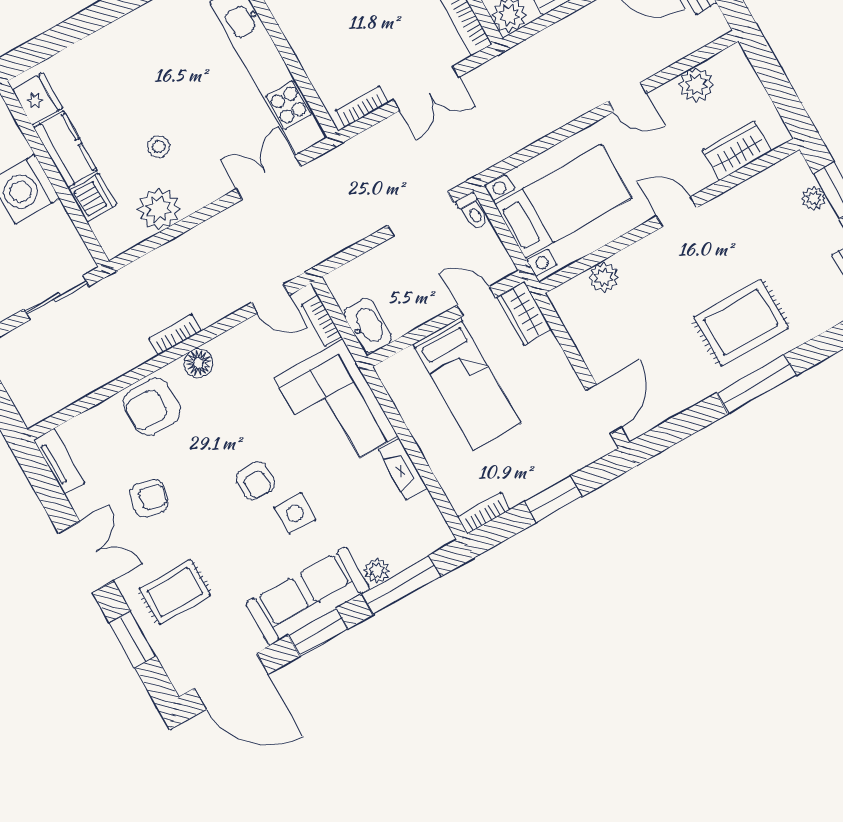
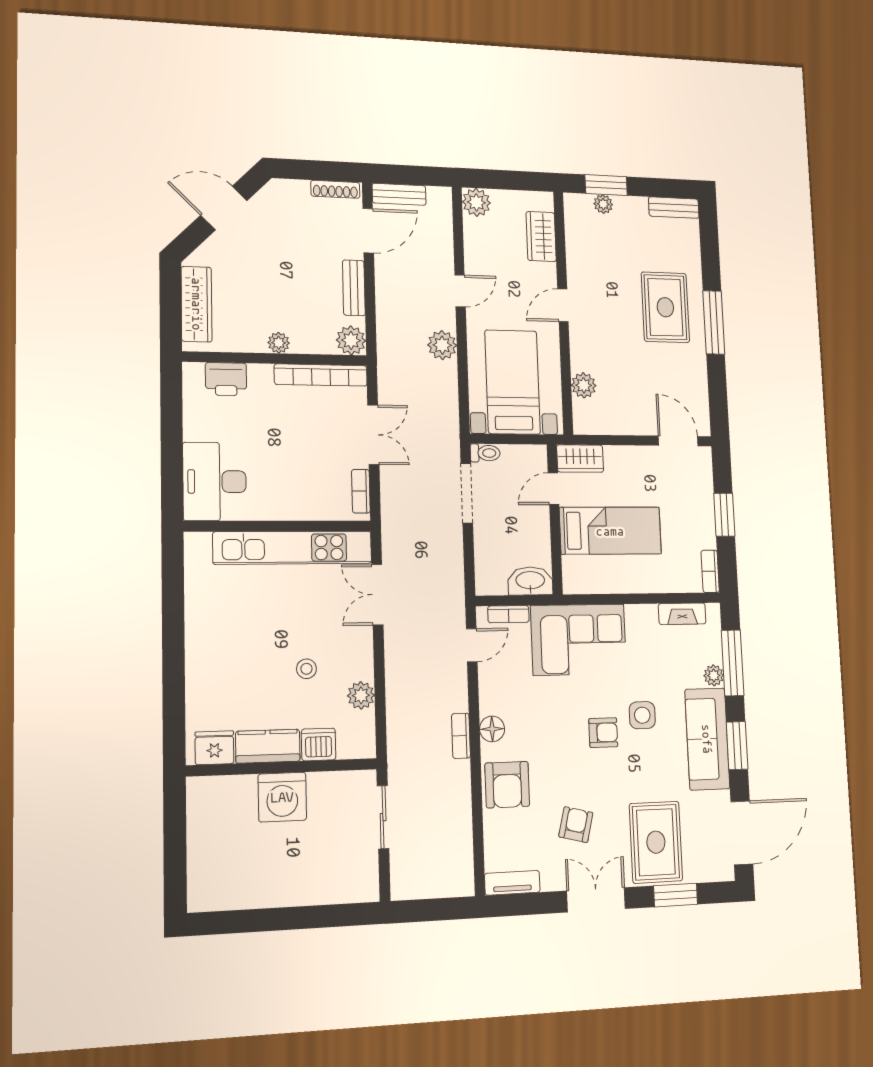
plant: (696, 85) -> (476, 202), moved
plant: (559, 109) -> (442, 345), added
plant: (159, 209) -> (361, 695), width x0.73, depth x0.73
fireplace: (403, 469) -> (682, 614), moved
rug: (175, 592) -> (656, 842), width x1.36, depth x1.43

